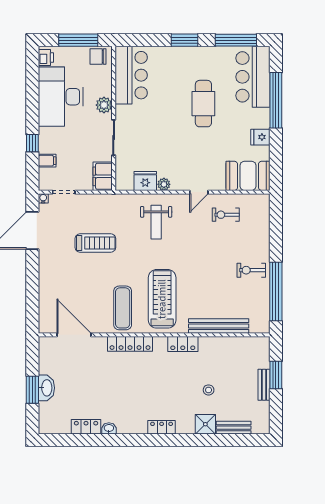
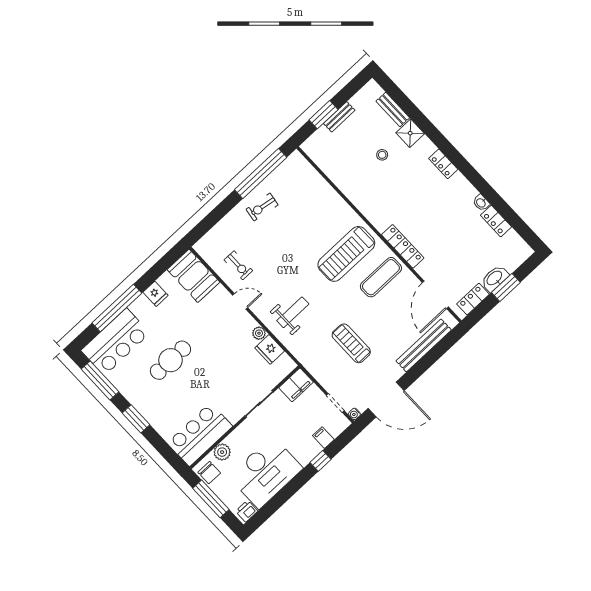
plant: (104, 105) -> (222, 452), moved
exercise bike: (251, 270) -> (262, 207), turned 99
bench: (219, 326) -> (424, 345), moved, turned 90
locker: (183, 344) -> (473, 299), moved, turned -90

